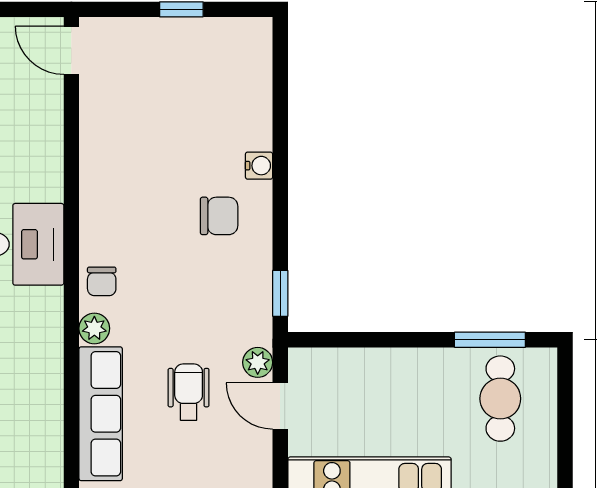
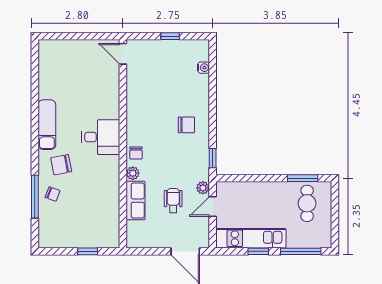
water cooler: (259, 166) -> (203, 68), moved
door: (280, 406) -> (213, 206), hinge flipped
row of seats: (101, 414) -> (135, 201), width x0.68

